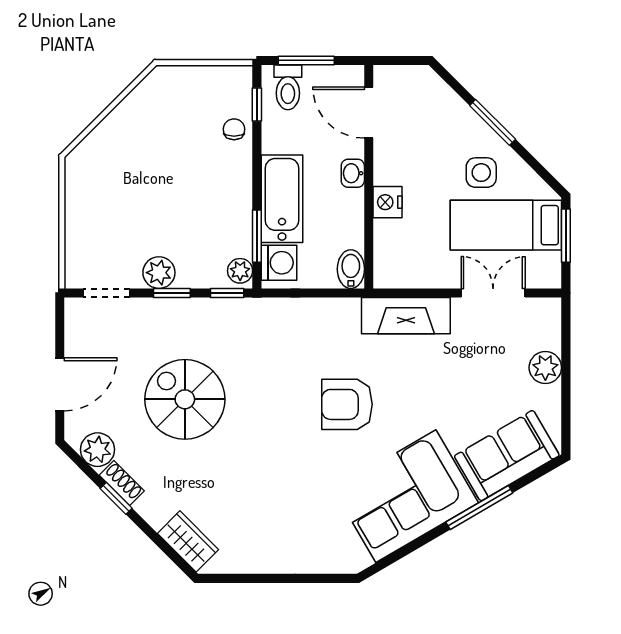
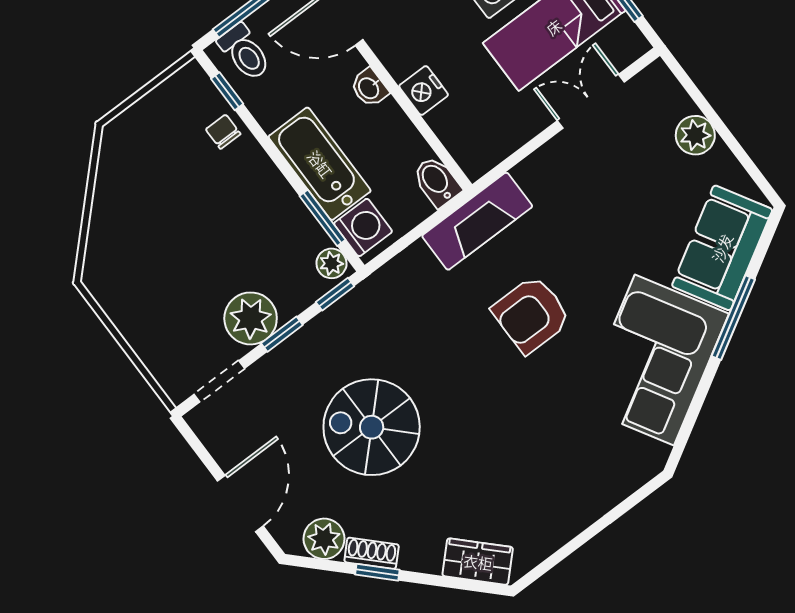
plant: (159, 273) -> (251, 318), width x1.36, depth x1.36
fireplace: (406, 316) -> (477, 221), moved

